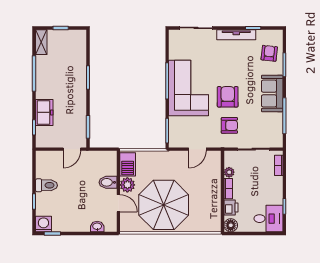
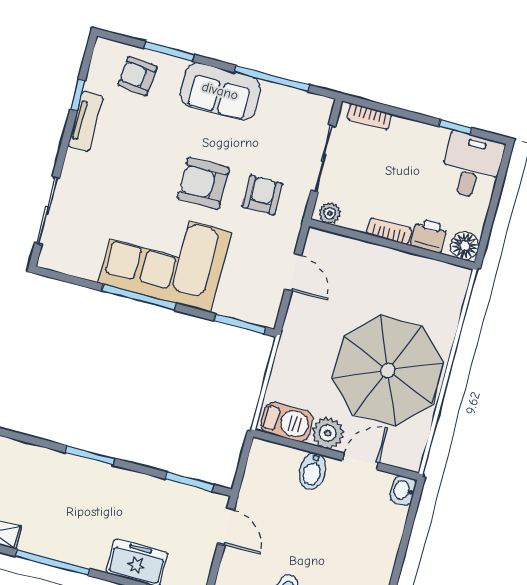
tv unit: (236, 35) -> (85, 121), width x0.71
plant: (229, 172) -> (330, 213), moved
washbasin: (97, 227) -> (403, 490), moved

